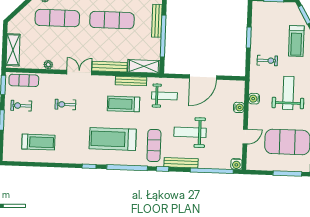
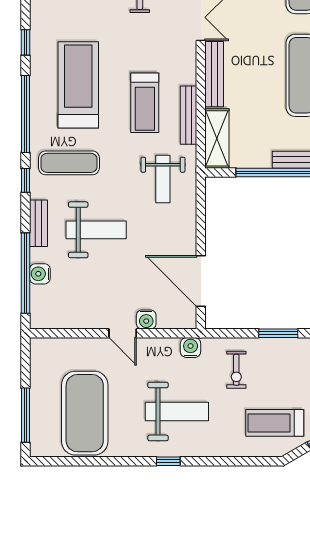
door: (203, 77) -> (201, 281), moved
water cooler: (254, 99) -> (191, 348), moved
treadmill: (123, 104) -> (145, 103), turned 180
weight bench: (190, 132) -> (96, 230), turned 90
door: (245, 137) -> (123, 333), moved
bench: (181, 163) -> (39, 223), width x0.73
water cooler: (236, 164) -> (40, 274), moved

